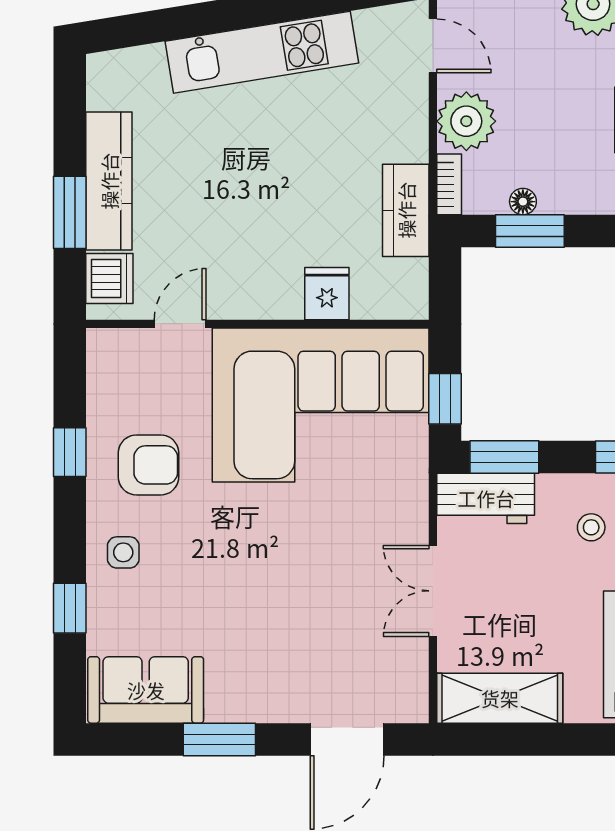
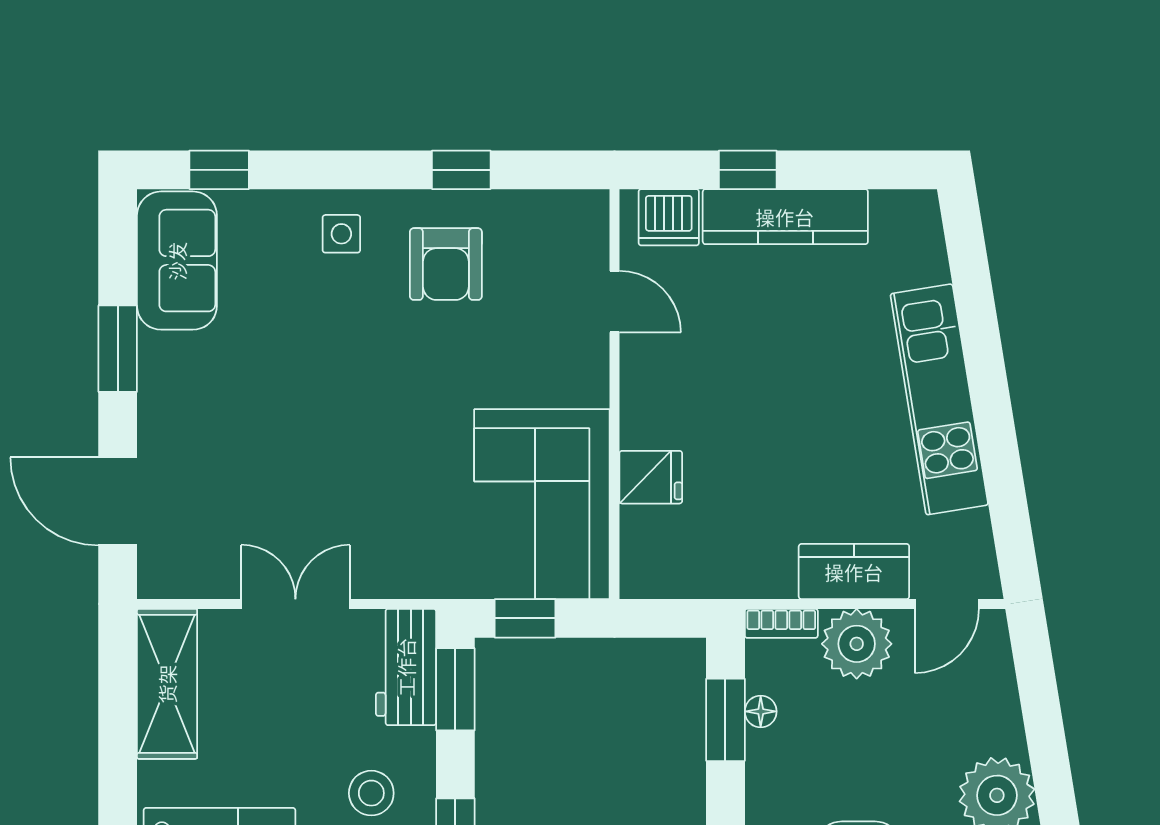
kitchen counter: (406, 210) -> (854, 572), moved
window: (70, 212) -> (748, 170), width x0.67
corner sofa: (321, 405) -> (542, 504), width x0.73, depth x0.74
stool: (591, 527) -> (371, 793), width x1.37, depth x1.37
window: (70, 608) -> (219, 170), moved

